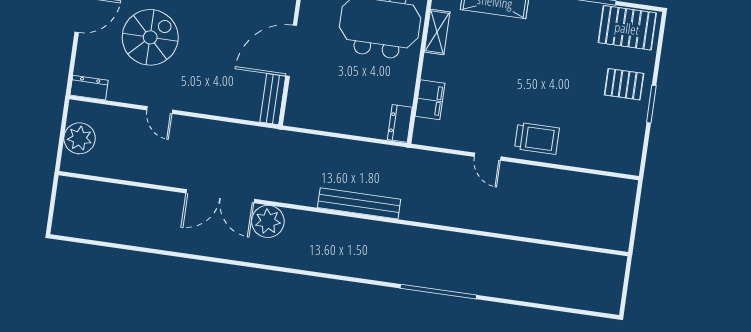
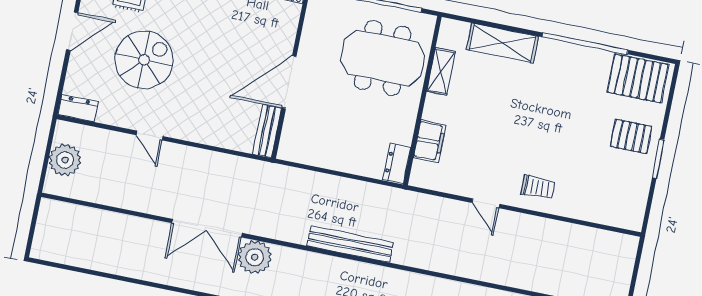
trolley: (537, 138) -> (538, 187), width x0.73, depth x0.72

